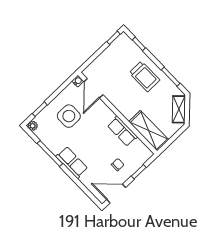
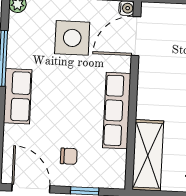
row of seats: (122, 131) -> (117, 111), width x1.48

